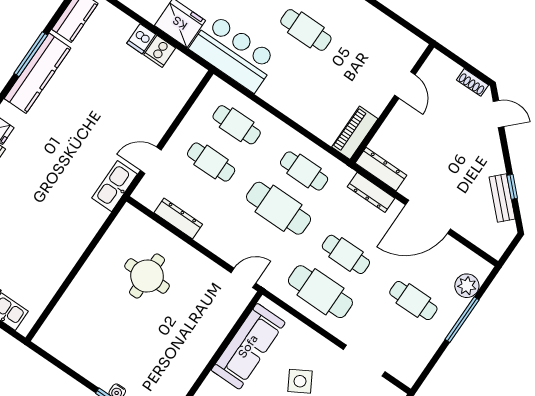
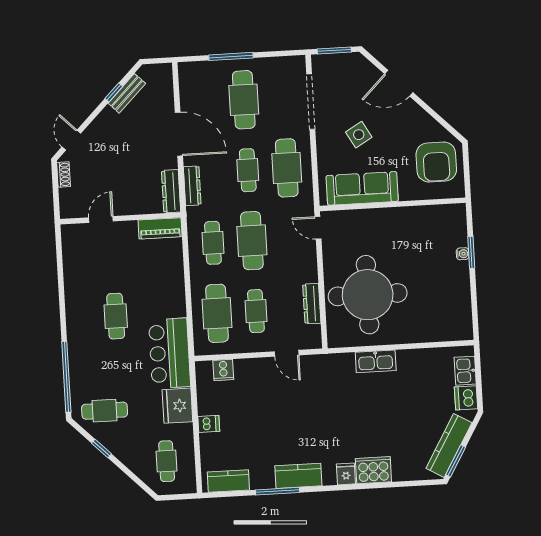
cooker: (160, 51) -> (223, 370), moved, turned 90
kitchen counter: (38, 73) -> (298, 476), width x0.67
cafe table: (237, 125) -> (217, 313), width x1.37, depth x1.35
kitchen sink: (115, 186) -> (376, 361), moved
round table: (147, 276) -> (368, 295), width x1.86, depth x1.86
plant: (467, 286) -> (205, 71), removed
cafe table: (413, 301) -> (244, 100), width x1.37, depth x1.35
doorway: (364, 361) -> (311, 102), width x1.36

